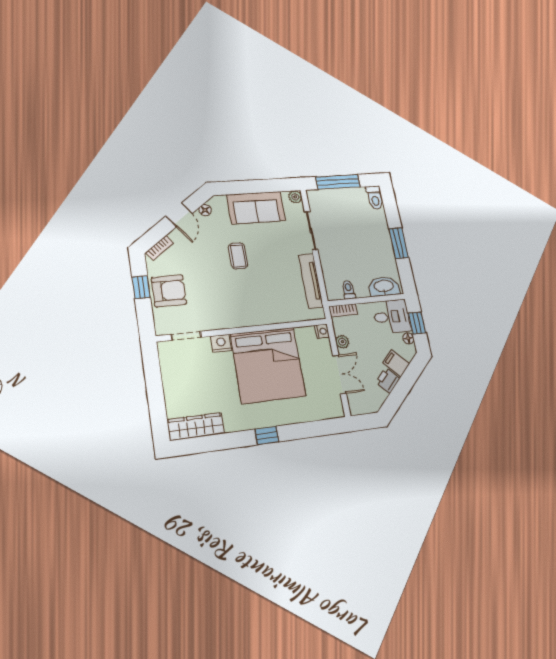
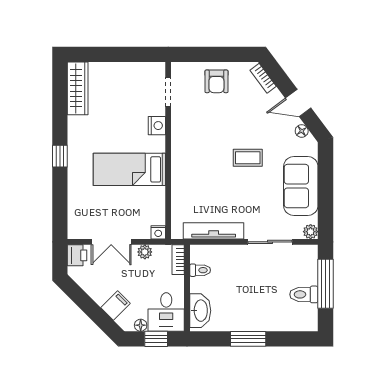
toilet: (375, 198) -> (304, 294), moved
window: (141, 287) -> (223, 54), removed
armchair: (169, 291) -> (216, 81), width x0.72, depth x0.72
bed: (268, 365) -> (129, 169), width x0.49
printer: (388, 380) -> (77, 255), moved, turned 45

